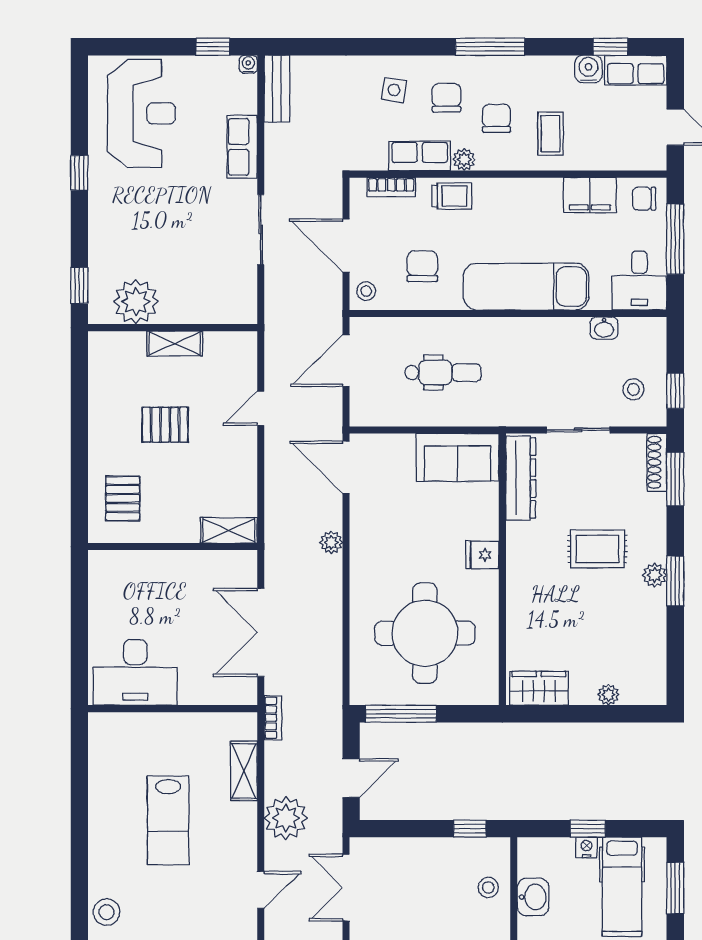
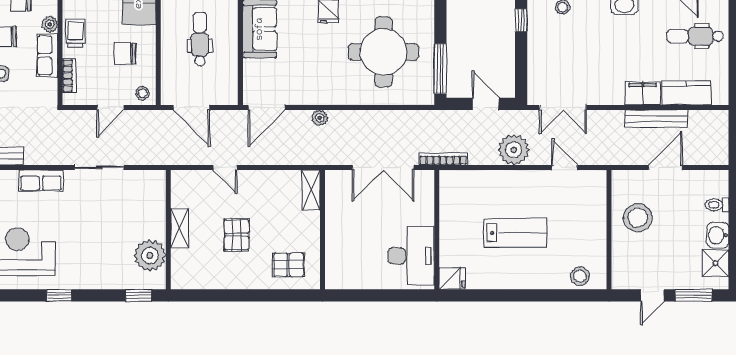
door: (346, 246) -> (110, 107), width x0.73
bookcase: (273, 718) -> (443, 159), width x1.56
fridge: (103, 730) -> (452, 278), added
shelving: (244, 771) -> (481, 179), removed

